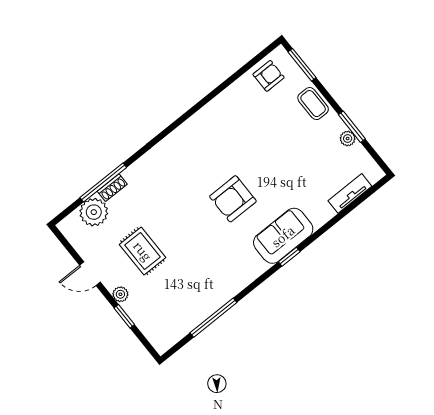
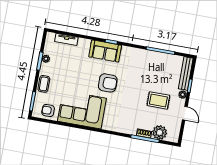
corner sofa: (226, 127) -> (82, 110), added
rug: (143, 251) -> (158, 100), turned 90
bench: (147, 326) -> (186, 73), added

